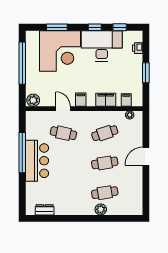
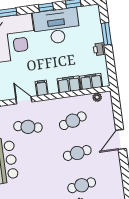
printer: (138, 48) -> (99, 49), moved
window: (146, 73) -> (106, 34), moved
filing cabinet: (126, 100) -> (91, 82), width x2.00

